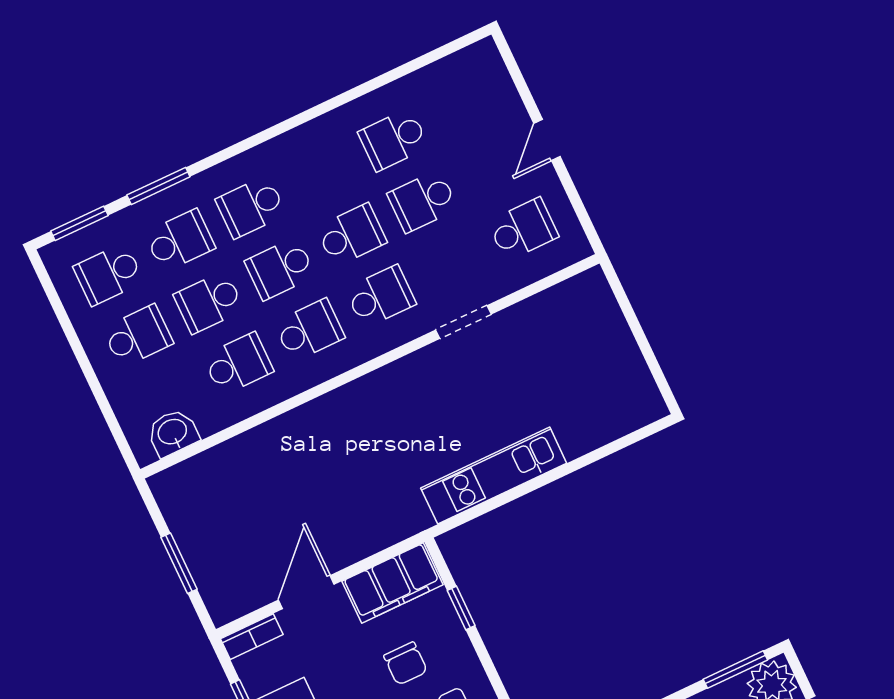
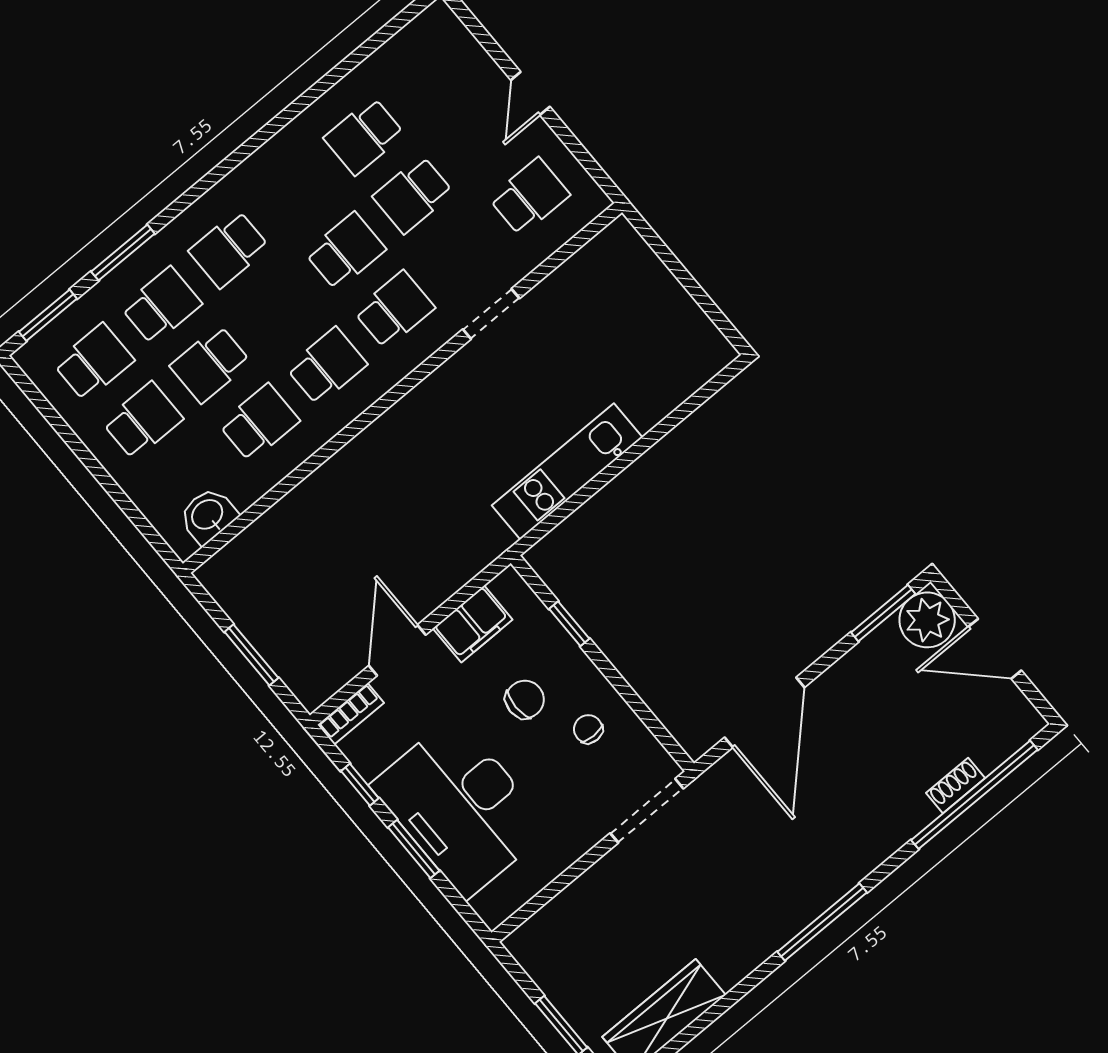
school desk: (280, 269) -> (278, 308), removed
school desk: (109, 274) -> (94, 362), turned 180
filing cabinet: (392, 583) -> (473, 624), width x0.67, depth x0.86
chair: (406, 663) -> (525, 699), turned -90

